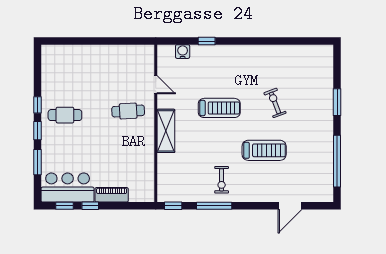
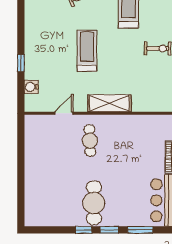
cafe table: (65, 115) -> (94, 203), width x1.37, depth x1.35

